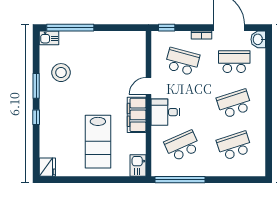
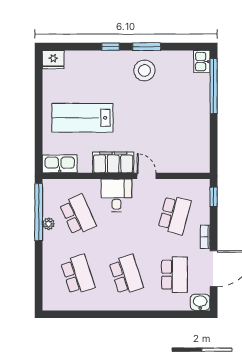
stool: (61, 73) -> (144, 70), moved
kitchen sink: (138, 166) -> (60, 164), width x1.38
plant: (190, 171) -> (49, 224), added

